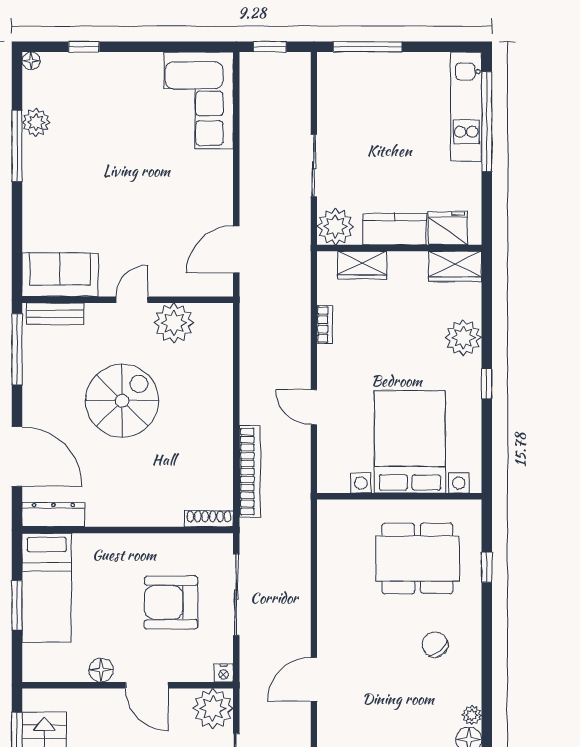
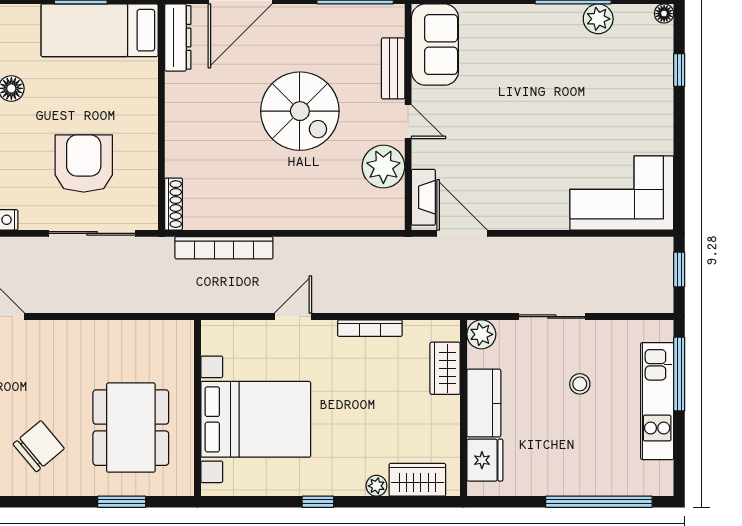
kitchen unit: (466, 107) -> (657, 401), moved, turned -90
stool: (377, 139) -> (580, 384), added
plant: (335, 226) -> (481, 334), width x0.73, depth x0.73
wardrobe: (455, 266) -> (417, 480), moved, turned 90
fireplace: (203, 285) -> (423, 197), added
bench: (55, 314) -> (393, 68), moved
bookcase: (325, 325) -> (370, 328), width x1.56
plant: (463, 338) -> (376, 486), width x0.53, depth x0.53
window: (487, 567) -> (122, 502), width x1.50
chair: (435, 644) -> (39, 446), width x1.37, depth x1.37

